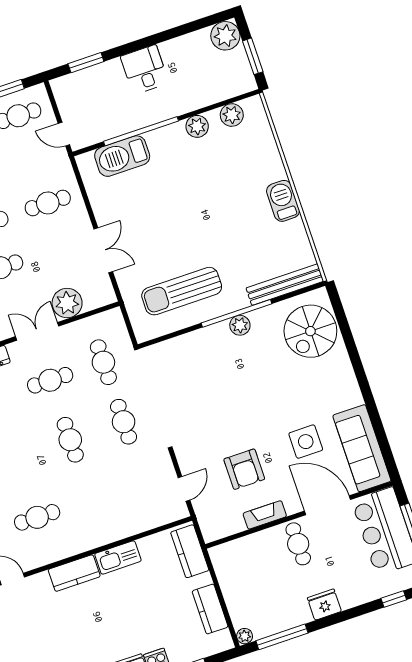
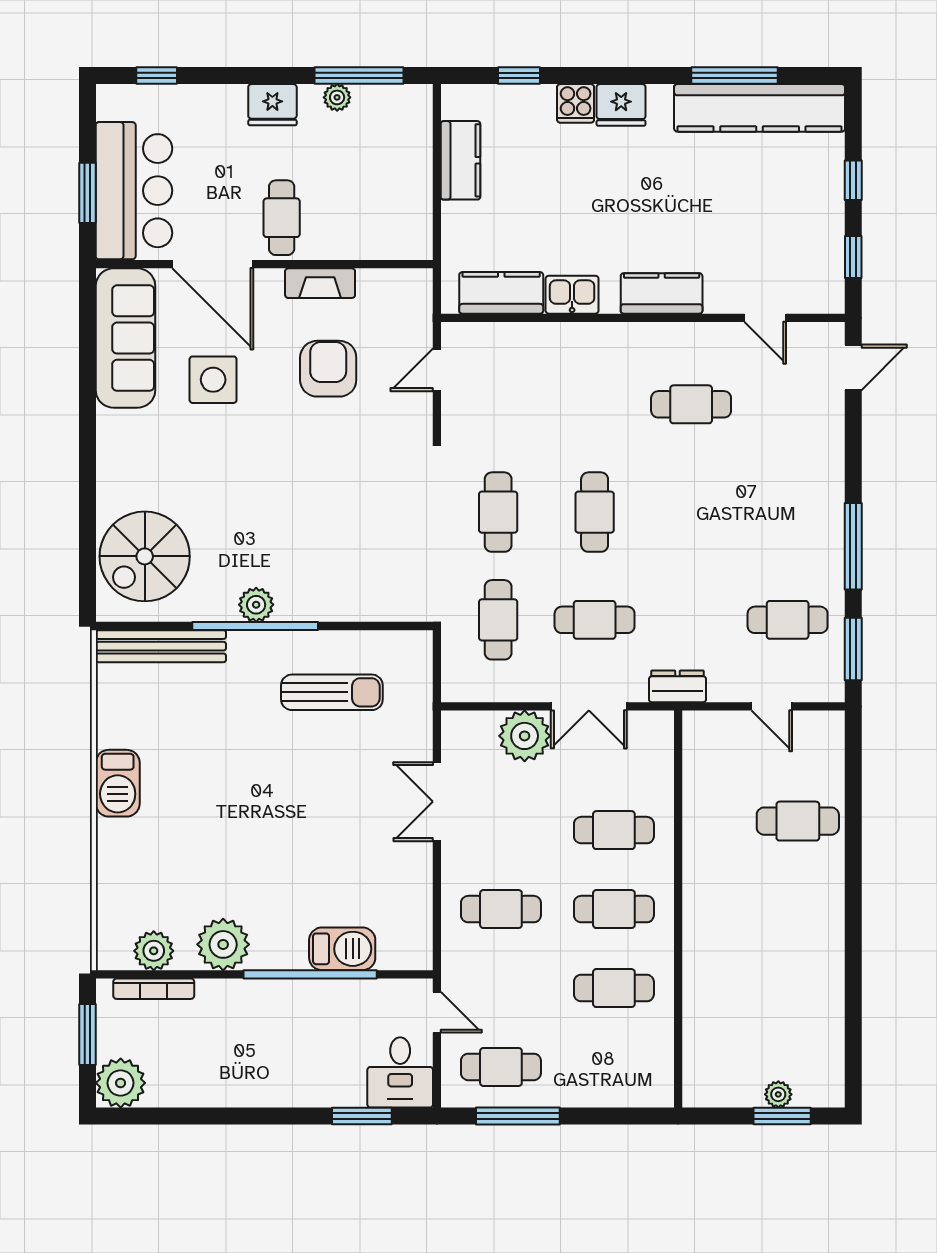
desk: (145, 70) -> (400, 1072), moved
bookcase: (225, 94) -> (154, 989), added
plant: (197, 126) -> (223, 944), width x1.36, depth x1.36
barbecue: (122, 156) -> (342, 949), width x0.73, depth x0.83
sun lounger: (182, 291) -> (332, 692), width x0.73, depth x0.75
spiral stairs: (310, 331) -> (145, 556), turned 180
kitchen counter: (190, 551) -> (501, 293), moved, turned -90
kitchen sink: (118, 557) -> (572, 295), width x0.73
plant: (245, 636) -> (337, 97), moved

